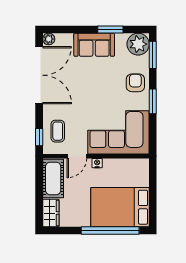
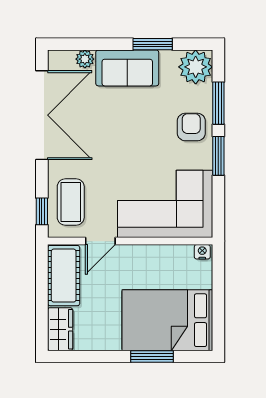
plant: (49, 39) -> (85, 59), moved
window: (153, 55) -> (218, 103), moved
coffee table: (58, 131) -> (71, 202), width x1.36, depth x1.30
nightstand: (97, 163) -> (202, 252), moved
window: (110, 231) -> (152, 356), width x0.47

